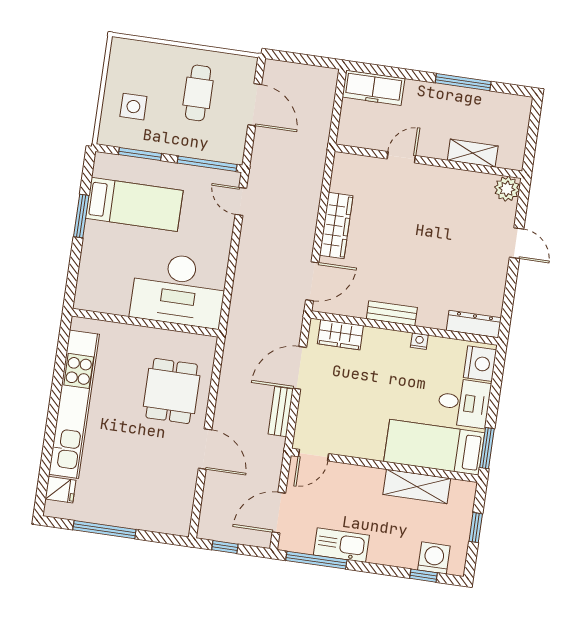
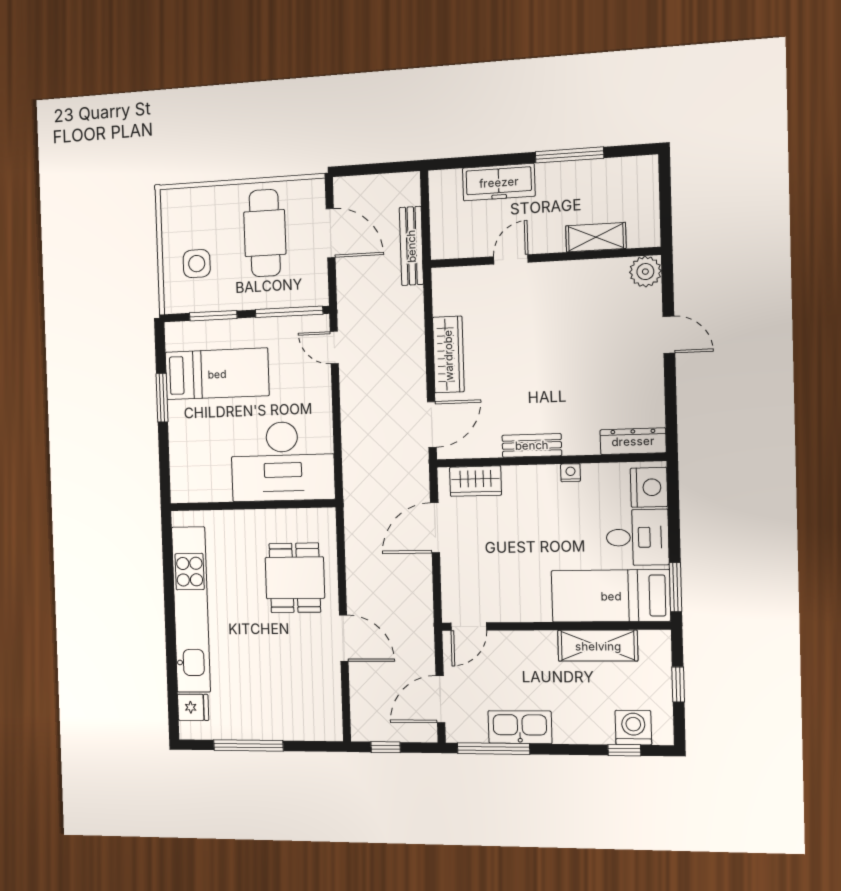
freezer: (374, 88) -> (499, 182), moved
cafe table: (198, 93) -> (265, 233), width x1.37, depth x1.35
bench: (281, 412) -> (411, 246), moved, width x1.36

